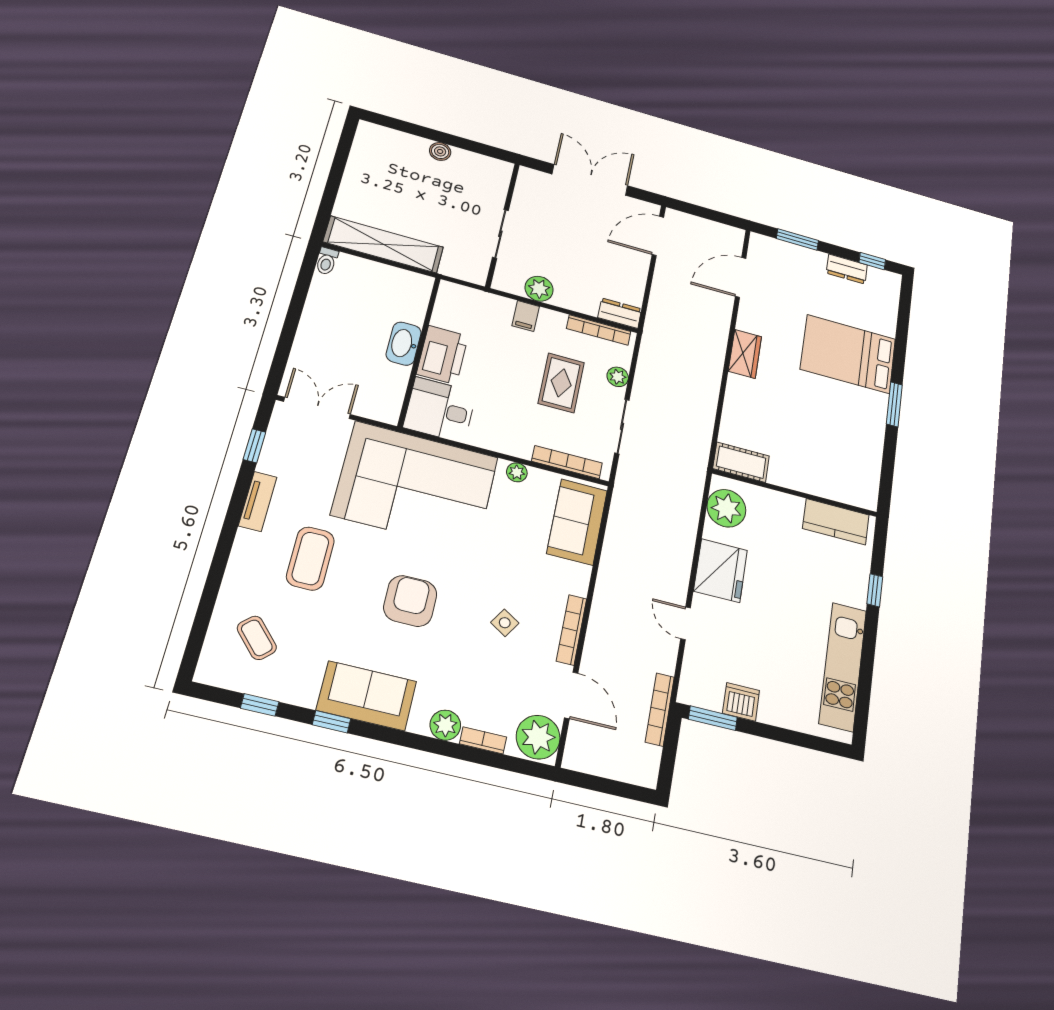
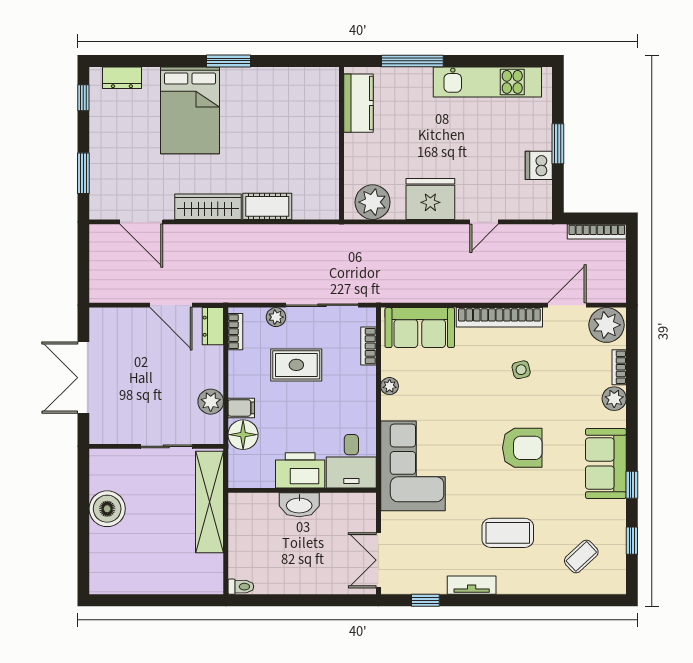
boiler: (440, 151) -> (107, 509), width x1.86, depth x1.86
door: (658, 236) -> (171, 305), moved
shelving: (383, 245) -> (210, 502), moved
dresser: (847, 269) -> (122, 78), moved, turned 90
floor lamp: (496, 310) -> (243, 435), added
bookcase: (599, 330) -> (235, 332), width x0.64
wardrobe: (745, 354) -> (208, 207), width x1.50
sliding door: (622, 426) -> (322, 305), width x1.37
bookcase: (567, 462) -> (369, 346), width x0.64
cot: (741, 462) -> (267, 206), moved, turned 90
corner sofa: (415, 486) -> (413, 466), width x0.73, depth x0.74
window: (875, 590) -> (412, 61), width x2.17
armchair: (410, 601) -> (522, 448), turned 180
side table: (505, 623) -> (521, 370), turned 45
bookcase: (572, 630) -> (499, 317), width x1.48, depth x1.31
bookcase: (660, 709) -> (597, 232), moved
window: (713, 718) -> (558, 144), moved

